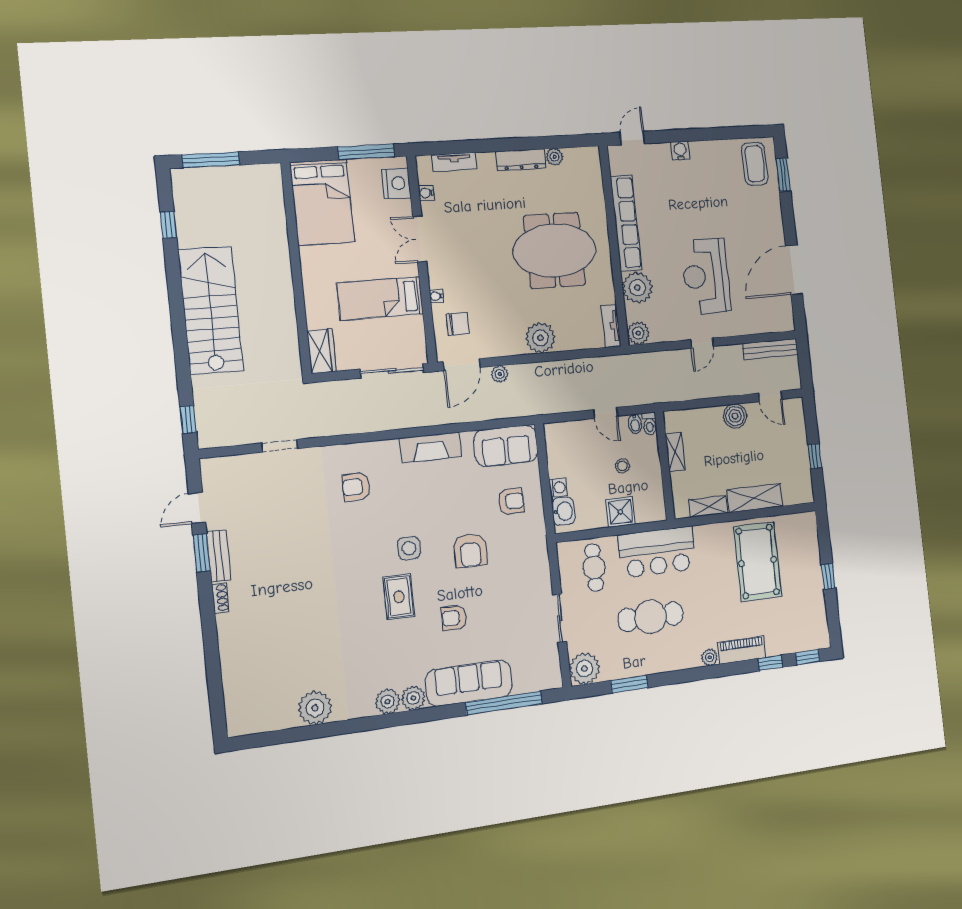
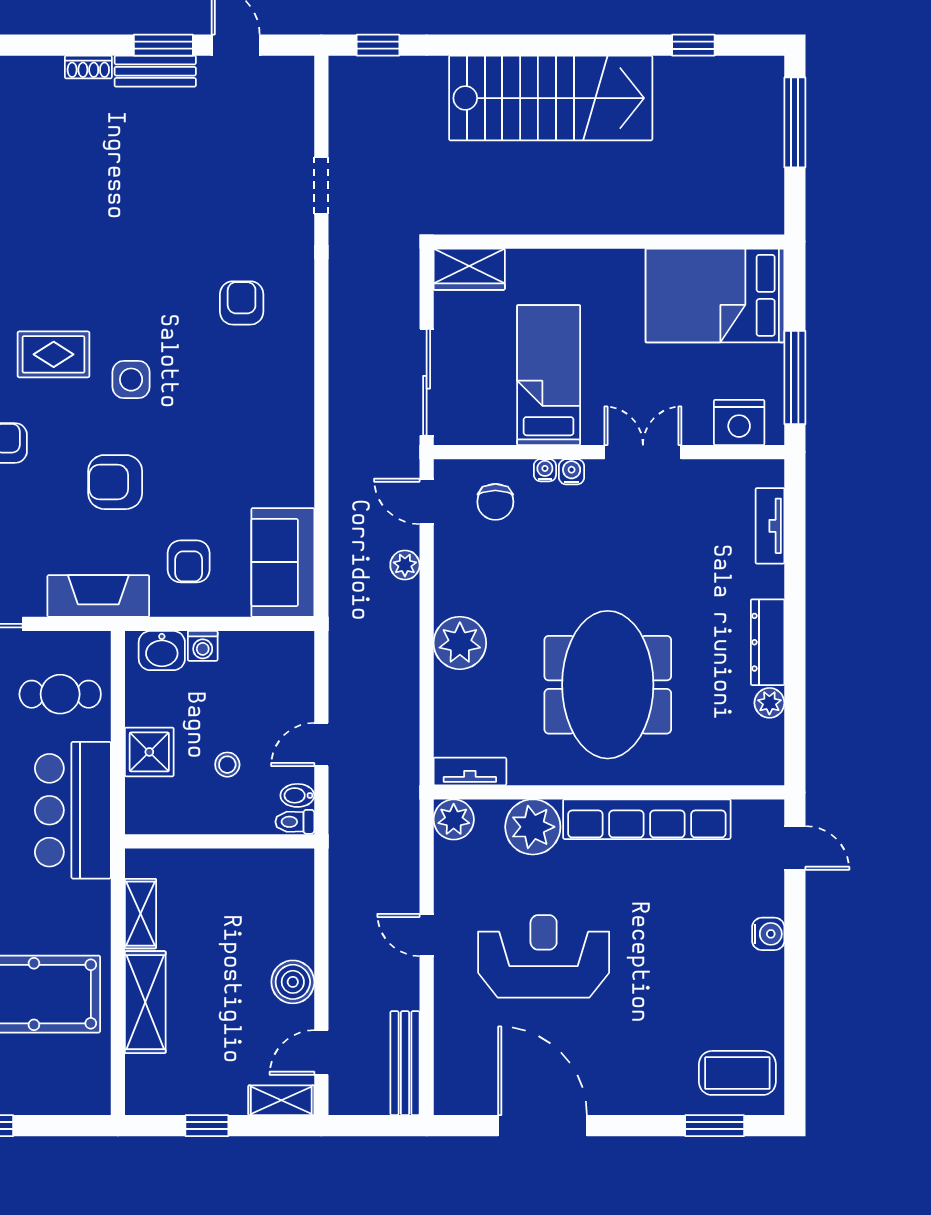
water cooler: (426, 193) -> (572, 472), moved
door: (462, 365) -> (427, 501), width x0.73
fireplace: (430, 447) -> (98, 596), moved, turned 90
shelving: (675, 452) -> (281, 1100), moved

